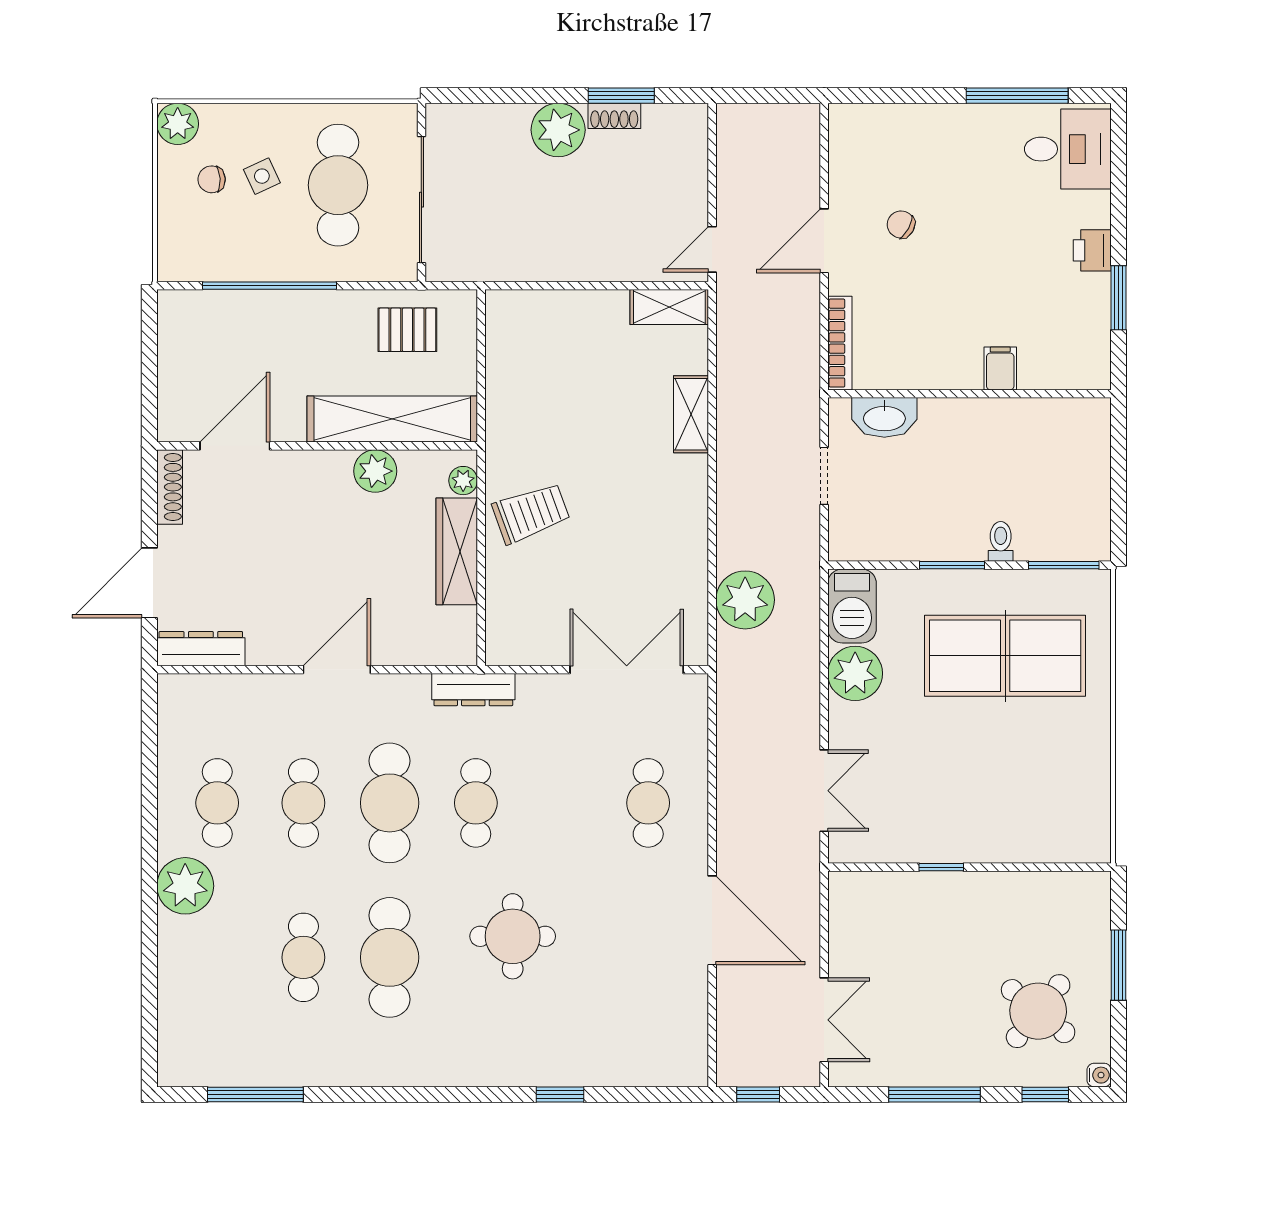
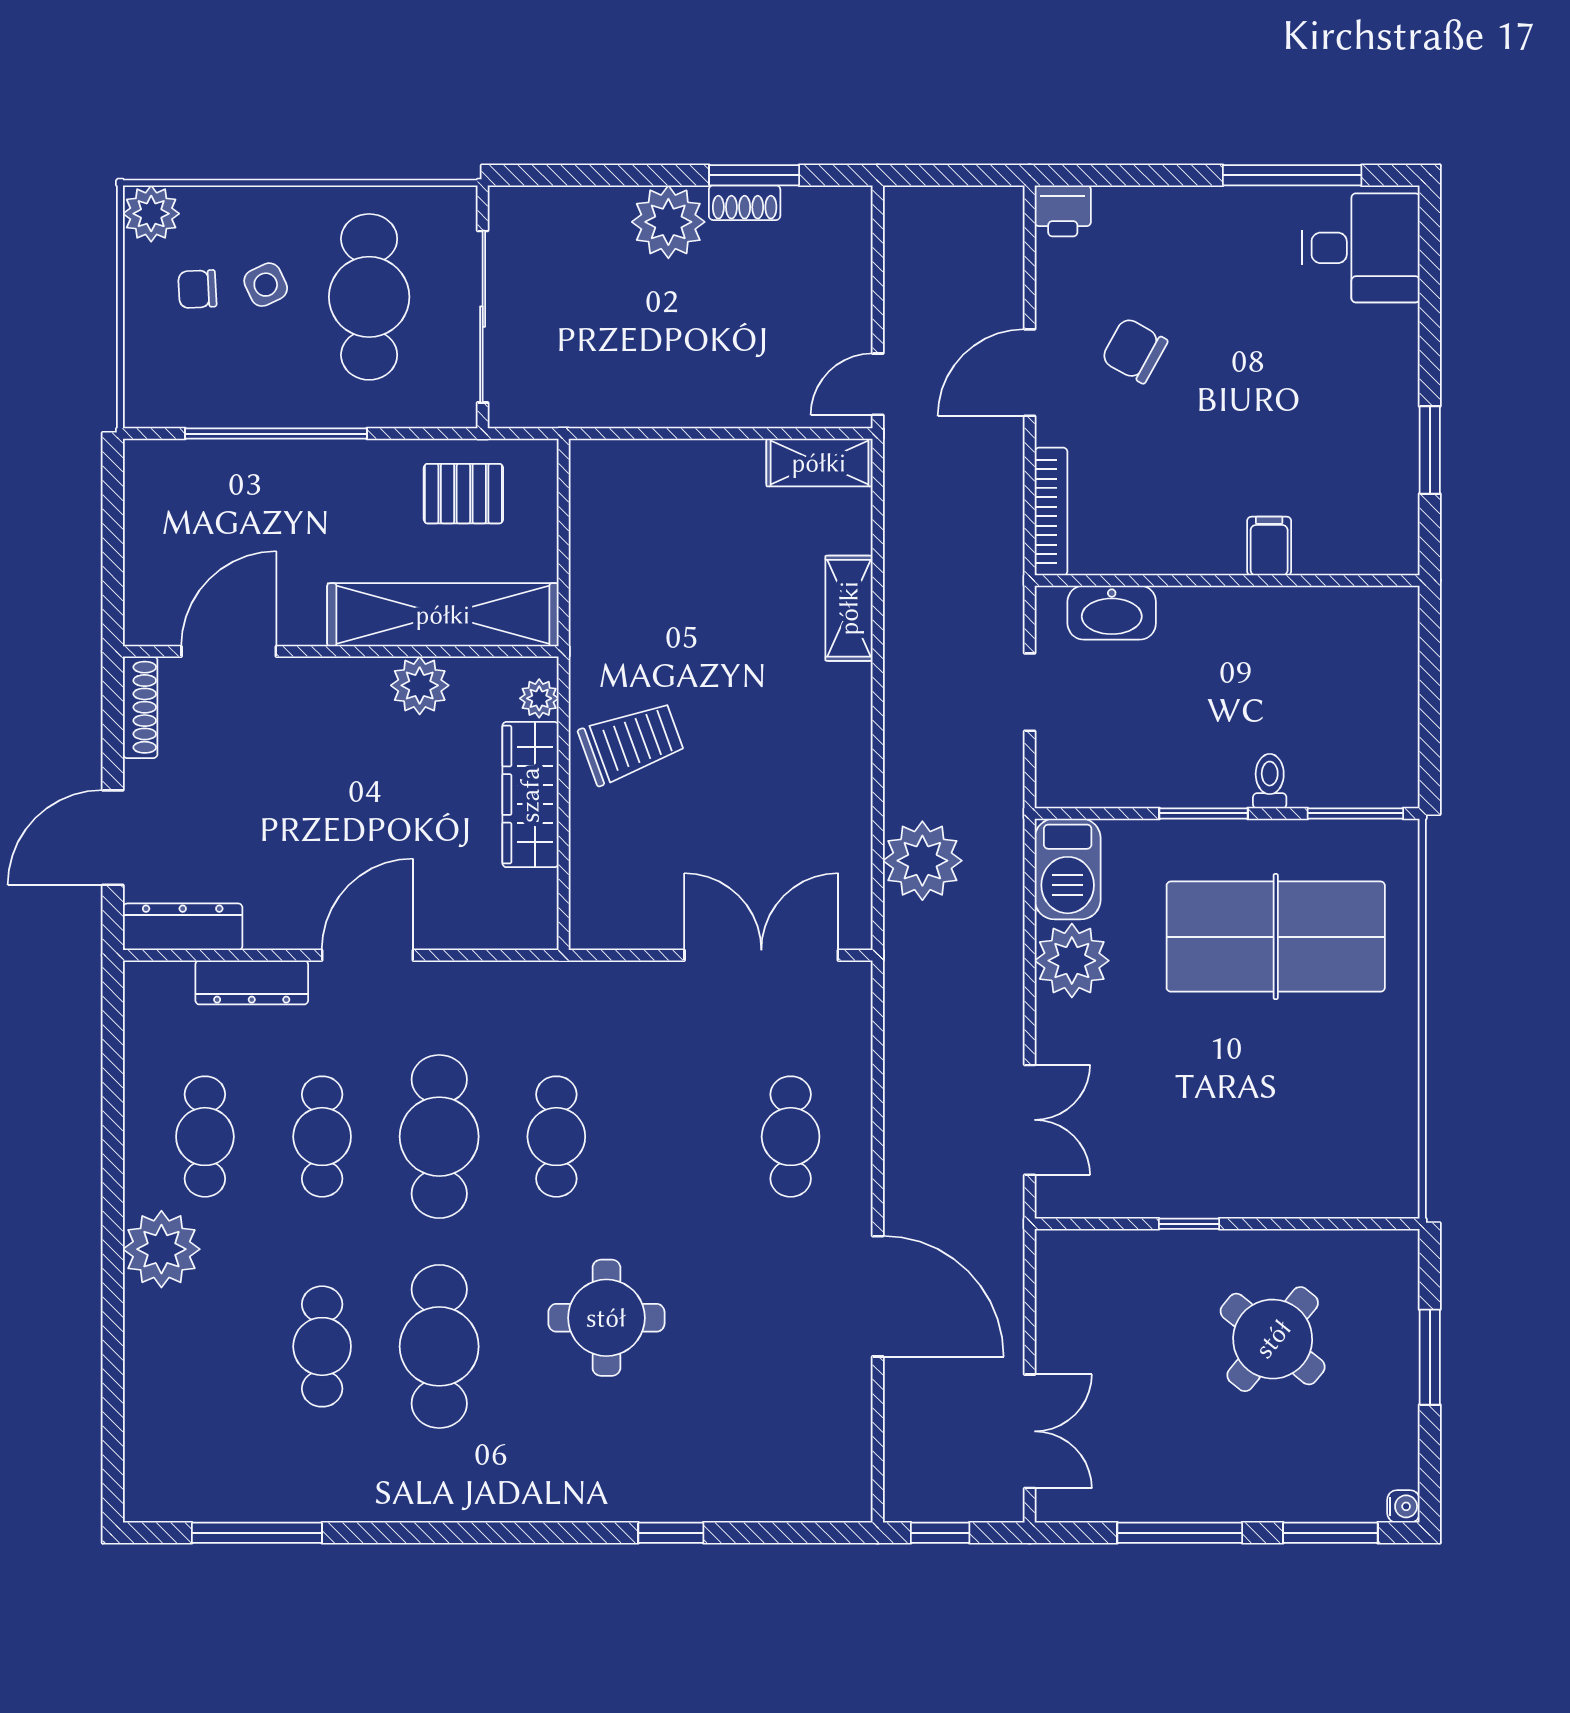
chair: (901, 224) -> (1134, 350), width x1.37, depth x1.37
printer: (1092, 250) -> (1063, 211), moved, turned -90
dresser: (473, 690) -> (252, 982), moved
round table: (1038, 1011) -> (1273, 1339), moved
window: (1045, 1094) -> (1330, 1533), width x1.50

